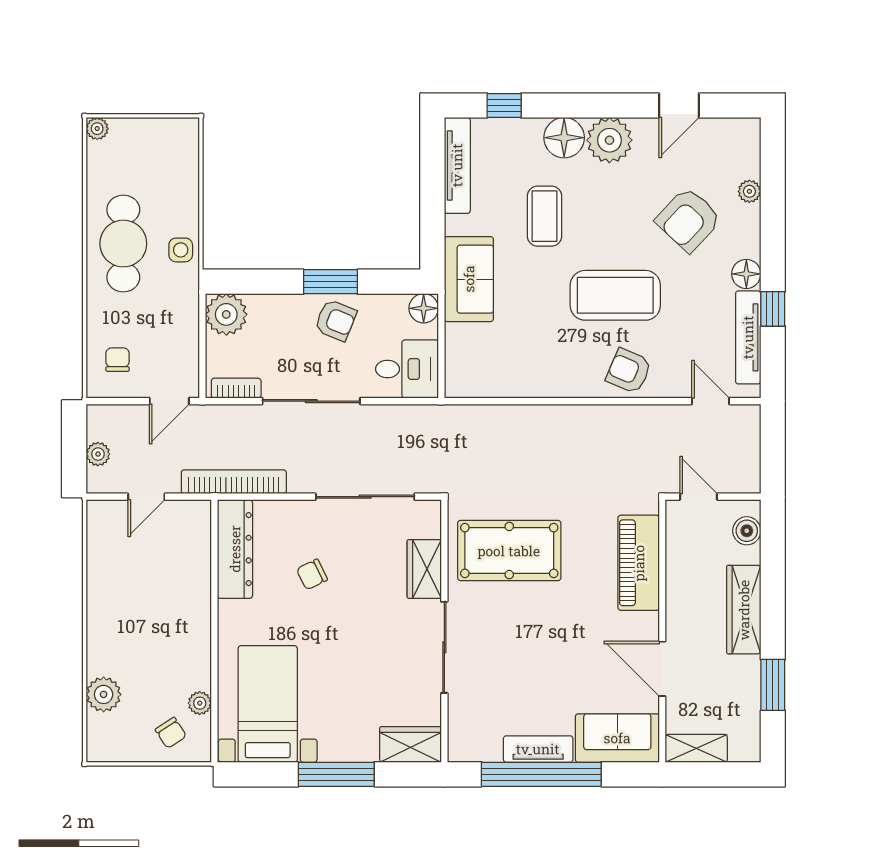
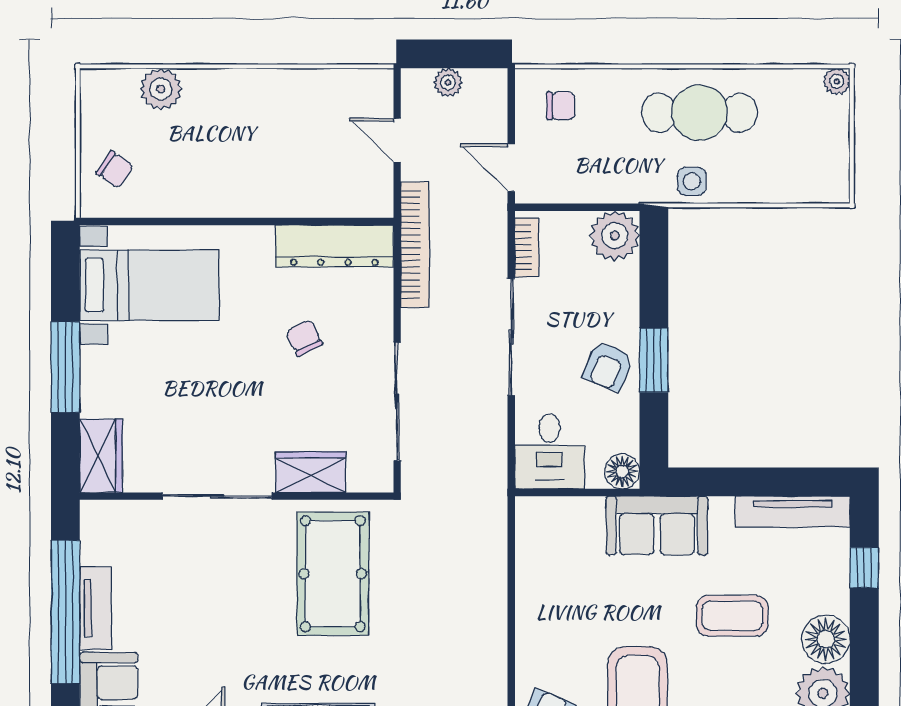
plant: (200, 703) -> (151, 204), removed
chair: (171, 733) -> (115, 169), turned -113

